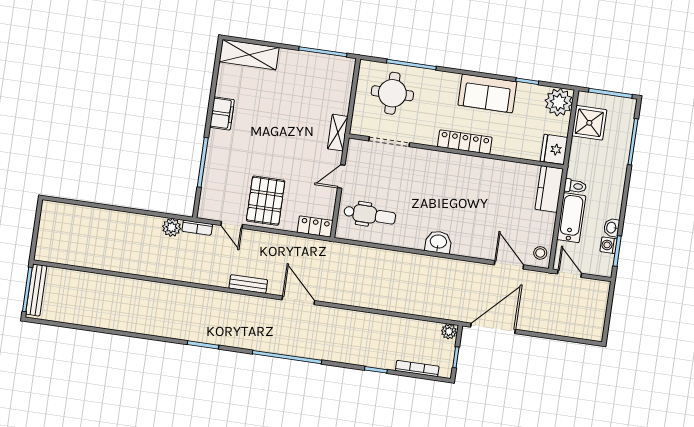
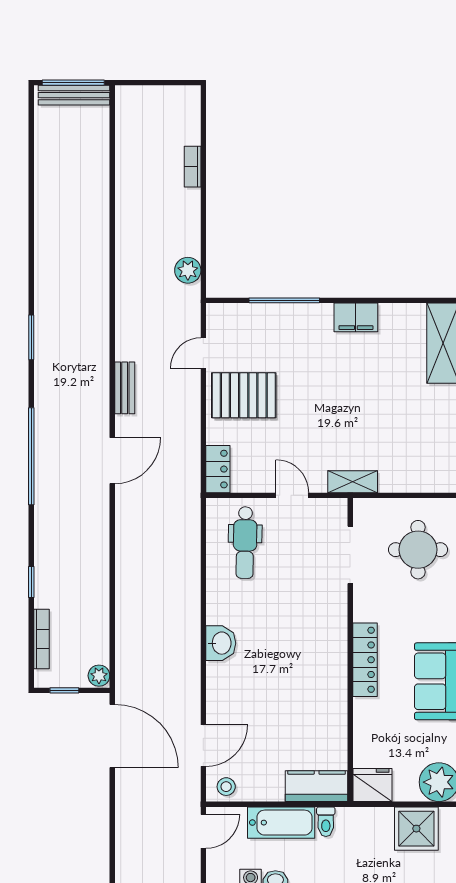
bookcase: (197, 228) -> (193, 167), moved

